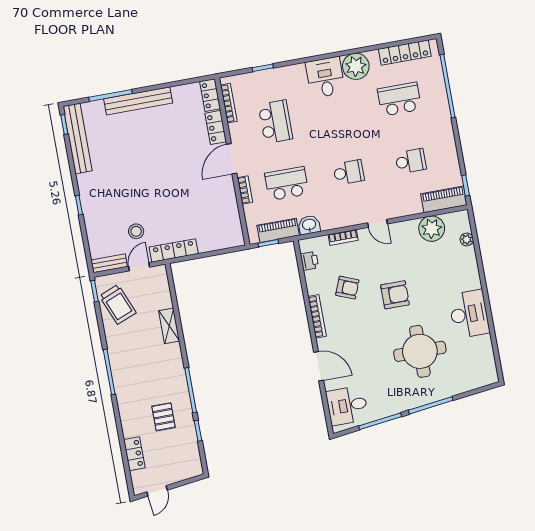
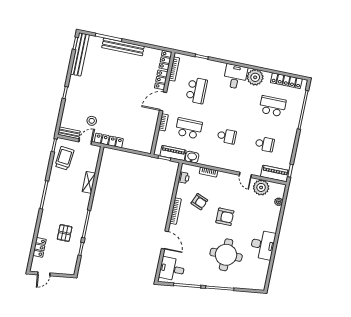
door: (377, 223) -> (245, 175), moved
trolley: (118, 304) -> (64, 158), turned -152

